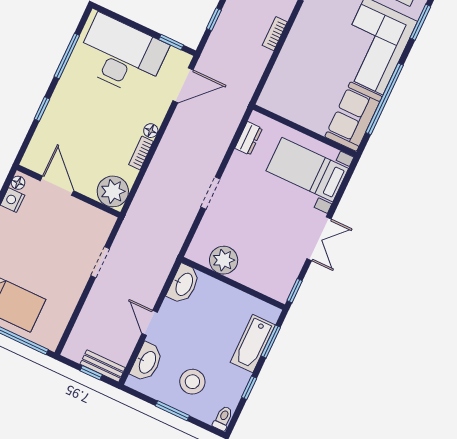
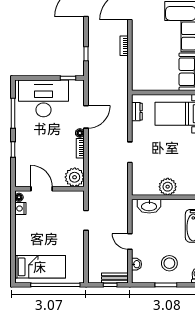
door: (183, 85) -> (86, 117), moved
plant: (224, 260) -> (168, 187), moved
washbasin: (184, 284) -> (149, 206), moved, turned 90
washbasin: (147, 362) -> (136, 264), width x0.52, depth x0.69

